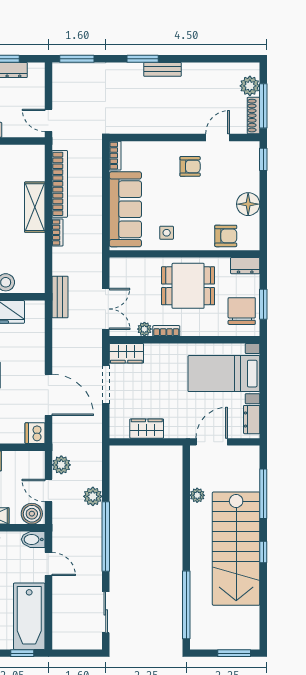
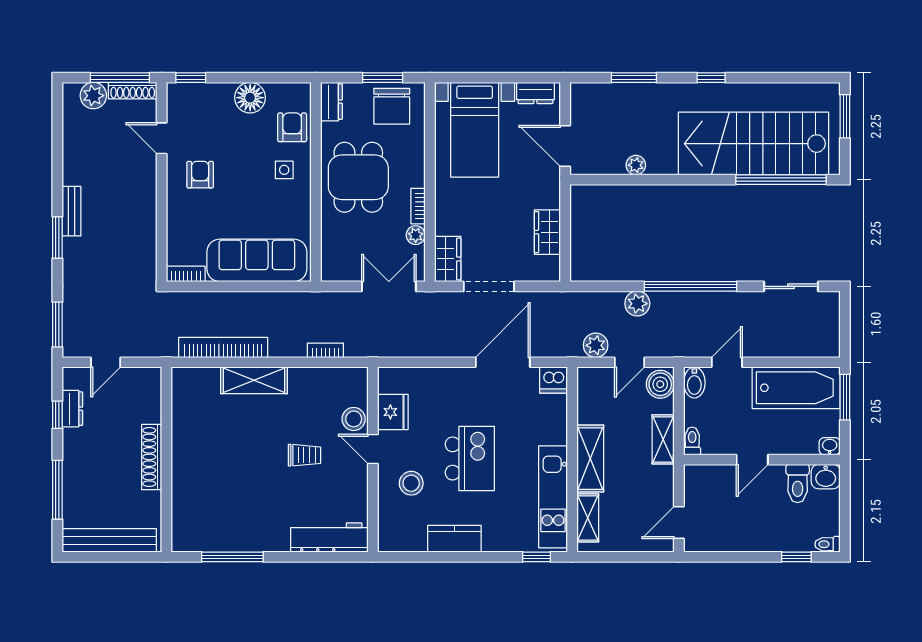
door: (48, 120) -> (106, 362), moved
bookcase: (57, 232) -> (325, 350), moved
side table: (167, 233) -> (284, 170), moved
bench: (60, 297) -> (373, 347), removed
chair: (242, 311) -> (392, 106), turned -90
window: (263, 494) -> (634, 78), width x0.69
stairs: (236, 549) -> (753, 144), moved, turned 180
window: (22, 653) -> (845, 397), width x1.50

